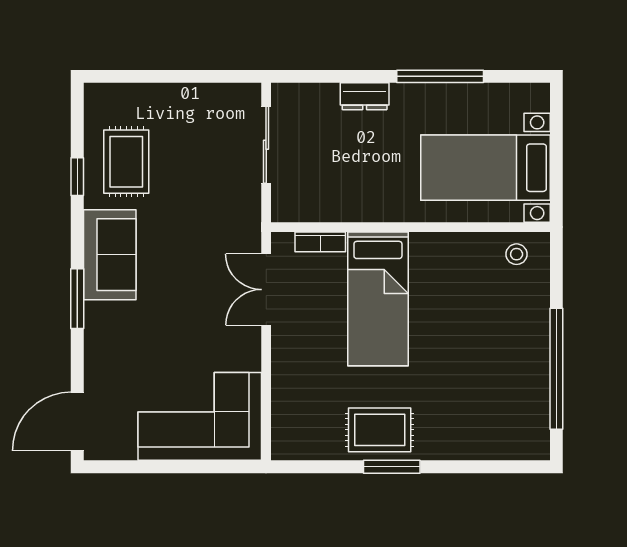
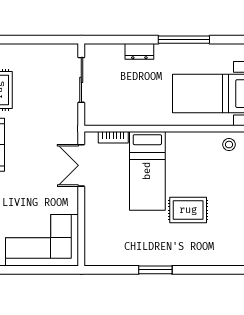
rug: (380, 430) -> (188, 210), moved

